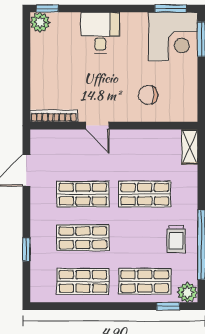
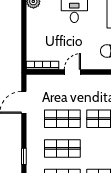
door: (98, 126) -> (72, 72), swing flipped

